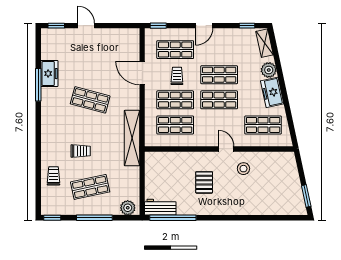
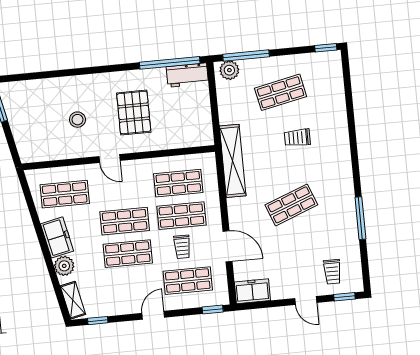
freezer: (49, 74) -> (252, 291), moved, turned 90
shop shelf: (90, 100) -> (291, 205), turned -36
stool: (243, 169) -> (77, 120), moved
trolley: (53, 176) -> (332, 272), moved
pallet: (204, 182) -> (134, 113), width x1.50, depth x1.42
window: (94, 218) -> (246, 55), moved

